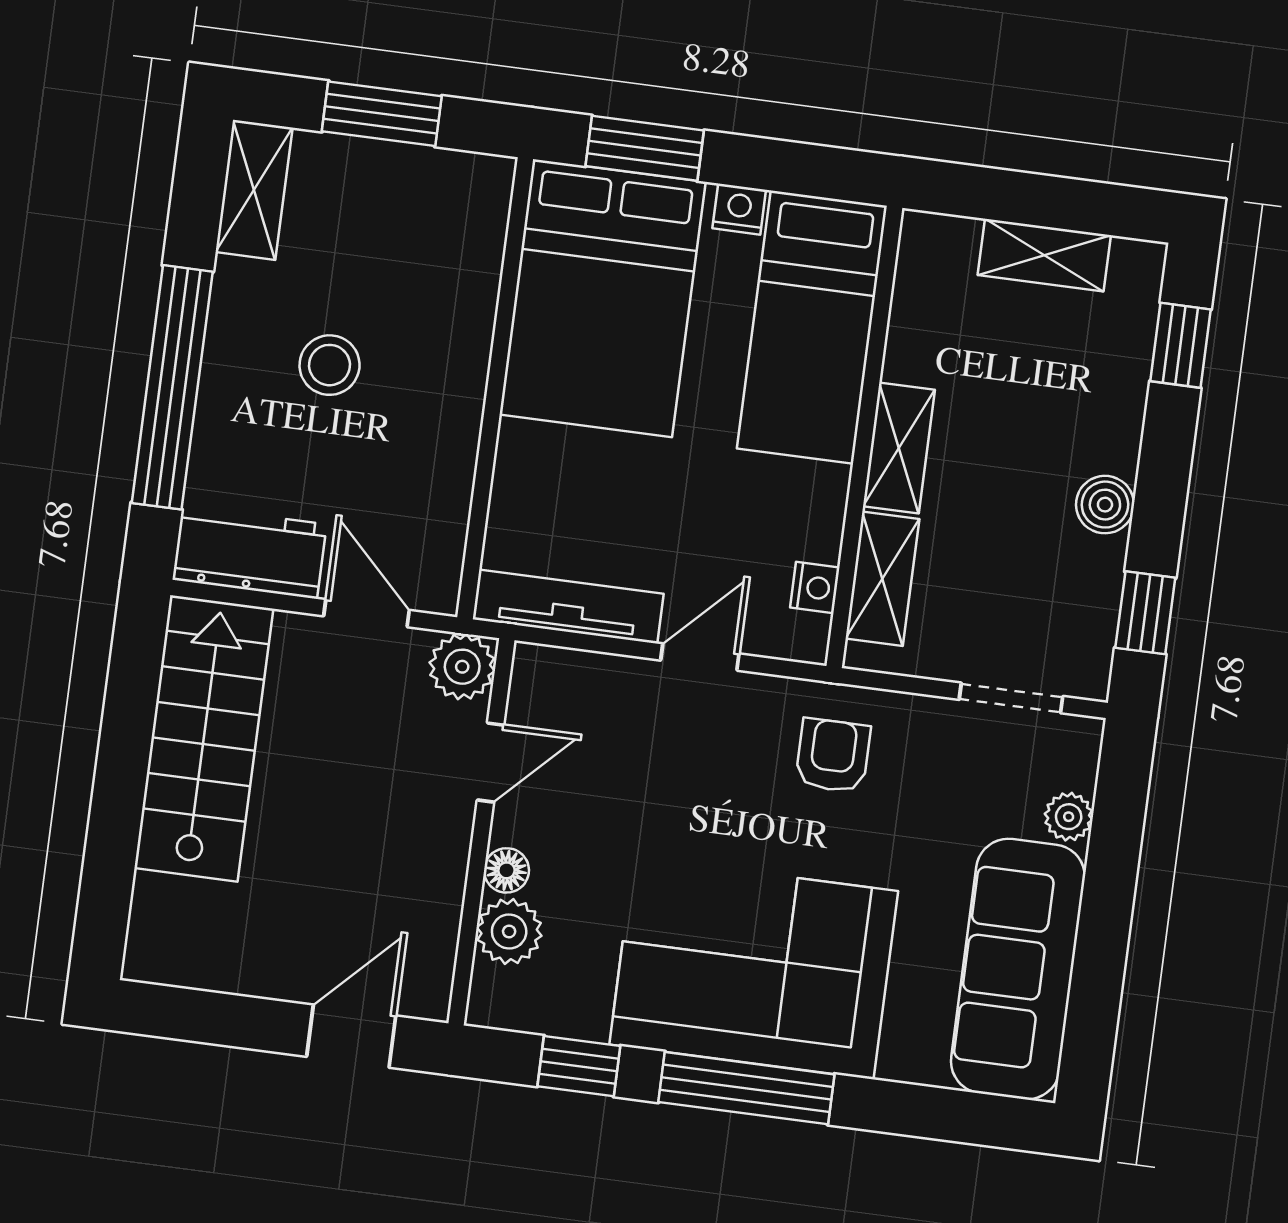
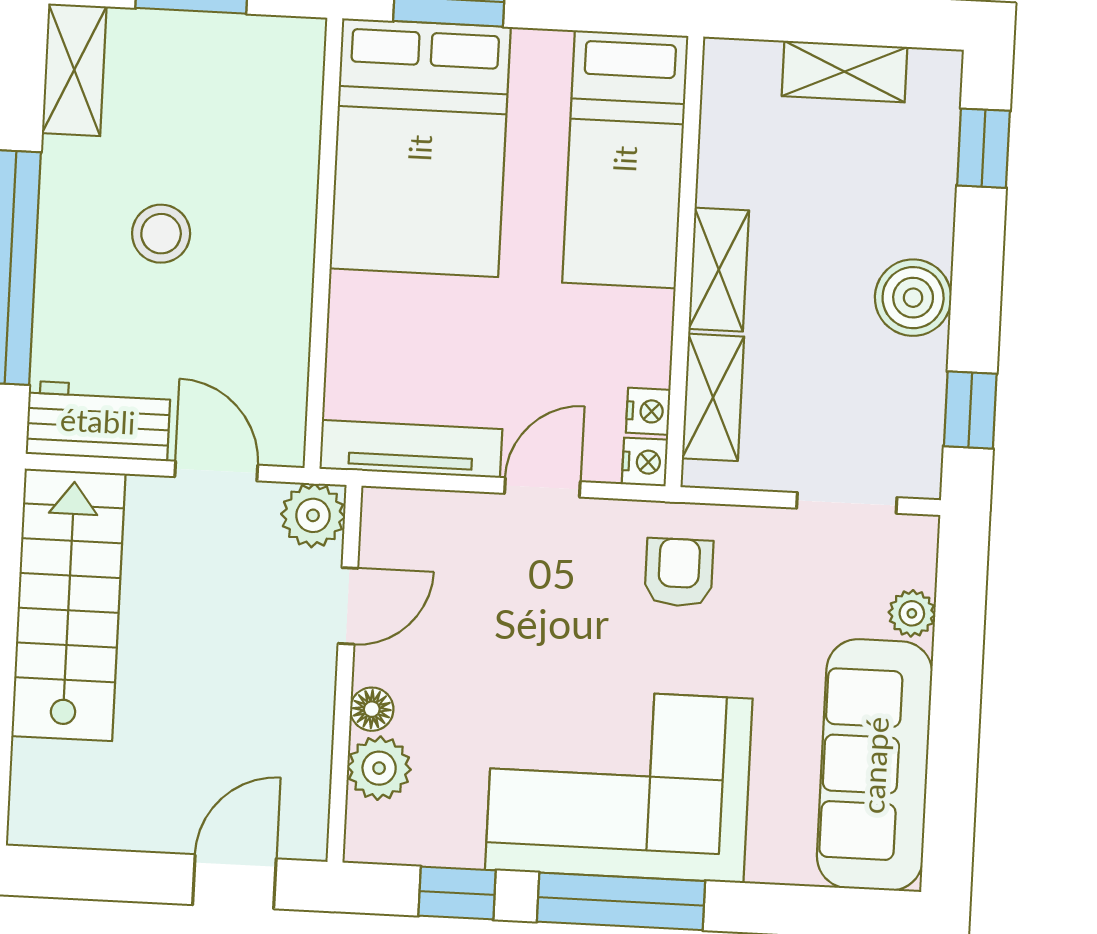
nightstand: (739, 209) -> (645, 462), moved, turned 90
boiler: (1105, 505) -> (913, 298), width x1.36, depth x1.36

